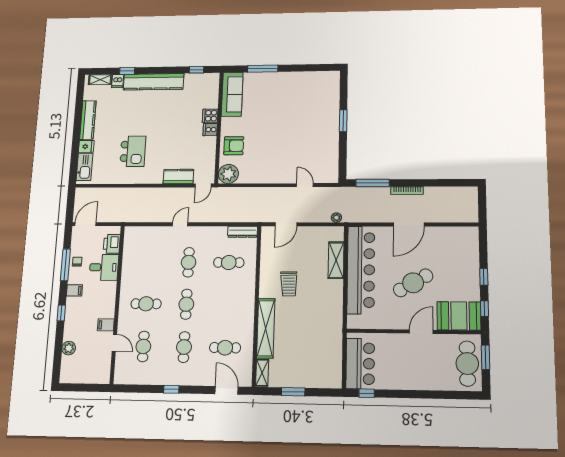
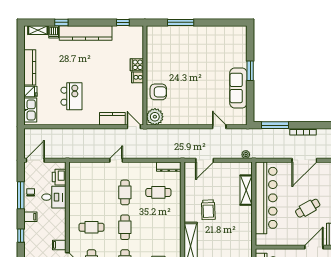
sofa: (232, 94) -> (238, 88), moved, turned 180
door: (203, 185) -> (134, 127), swing flipped
cafe table: (413, 283) -> (308, 208), width x0.73, depth x0.74

